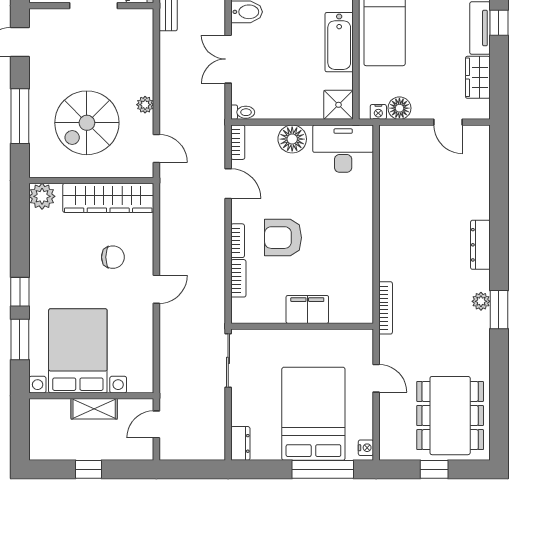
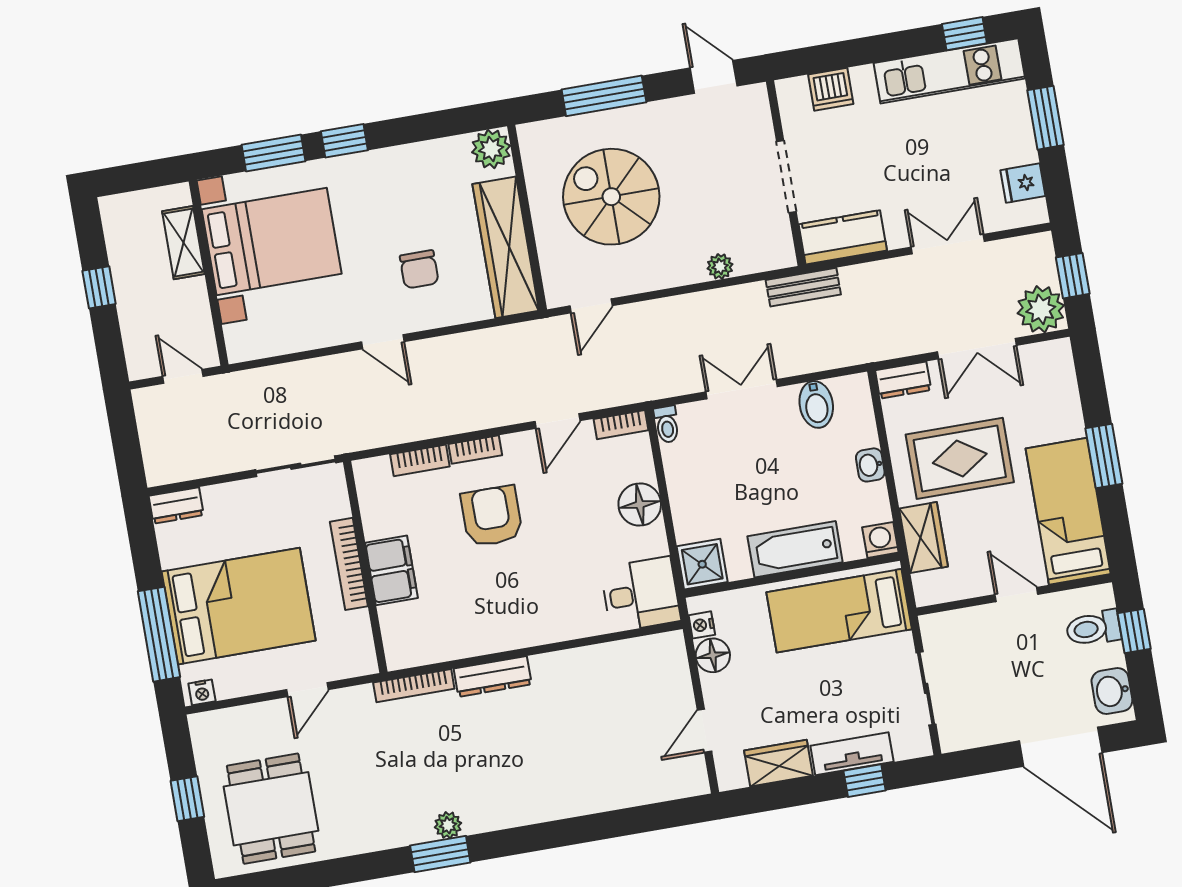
plant: (145, 105) -> (720, 266), moved
desk: (343, 149) -> (641, 594), width x0.73
dresser: (480, 245) -> (493, 676), moved, turned 180
bookcase: (298, 337) -> (349, 564), added
shelving: (94, 409) -> (183, 243), moved
dining table: (450, 416) -> (271, 809), width x0.73

